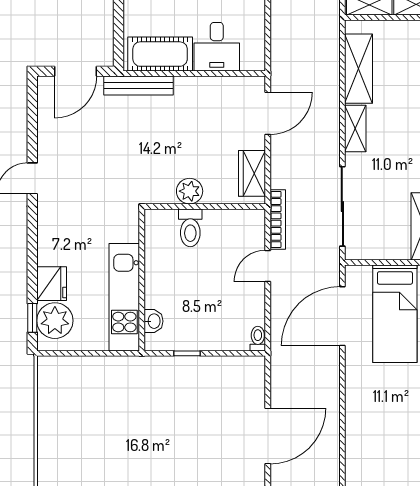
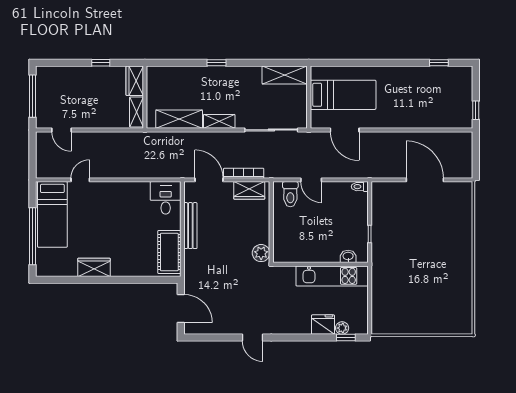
desk: (217, 47) -> (166, 198), moved, turned -90
bench: (139, 86) -> (190, 226), moved
plant: (190, 191) -> (261, 253), moved
bookcase: (278, 219) -> (244, 173), moved
toilet: (190, 228) -> (290, 194), moved, turned 90
door: (342, 316) -> (345, 130), width x0.73
plant: (55, 321) -> (342, 328), width x0.53, depth x0.53

